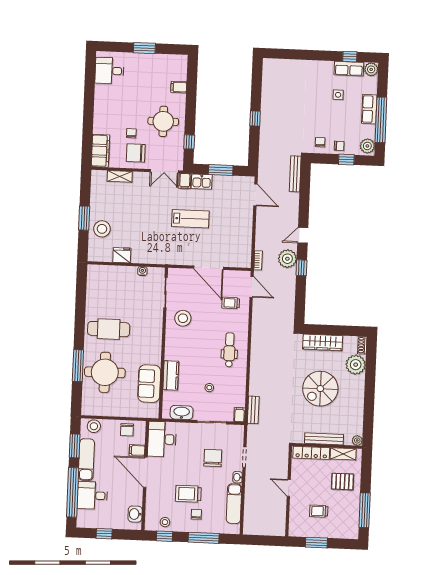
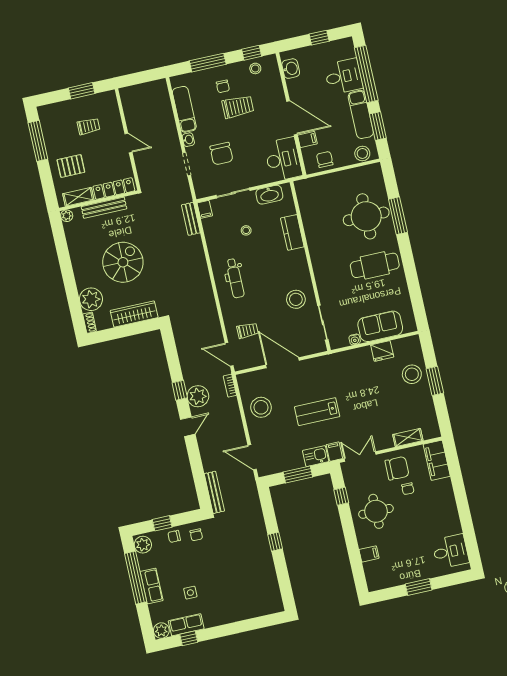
stool: (237, 235) -> (261, 407), added
sofa: (149, 384) -> (380, 326), moved, turned -90

